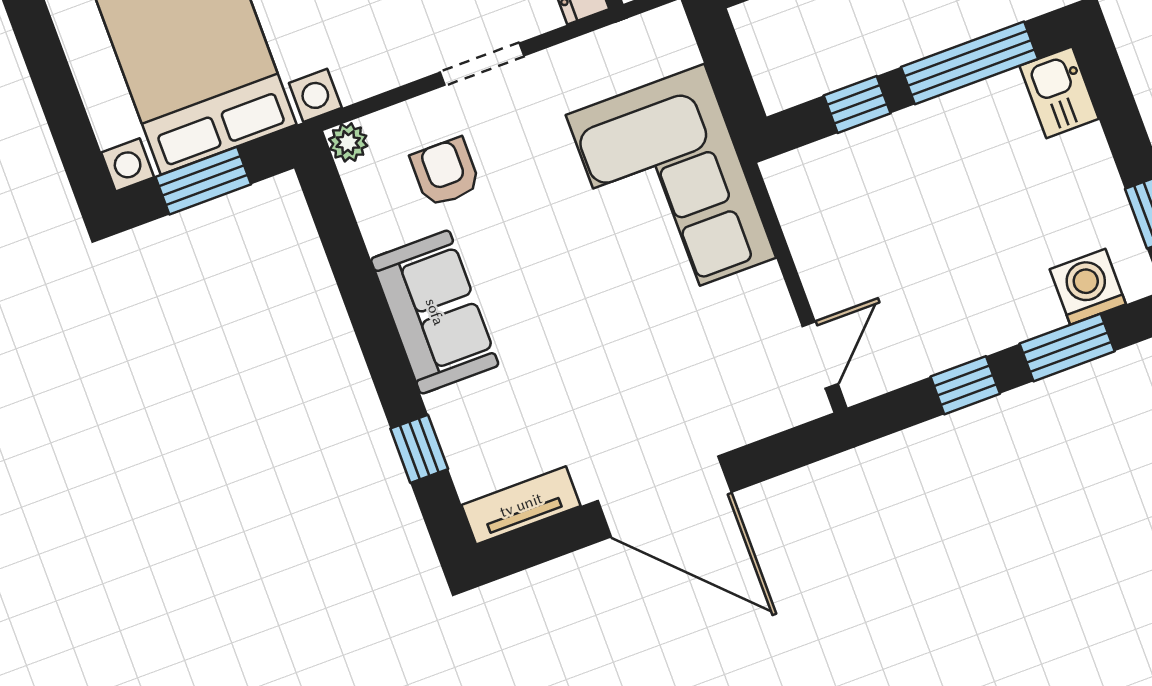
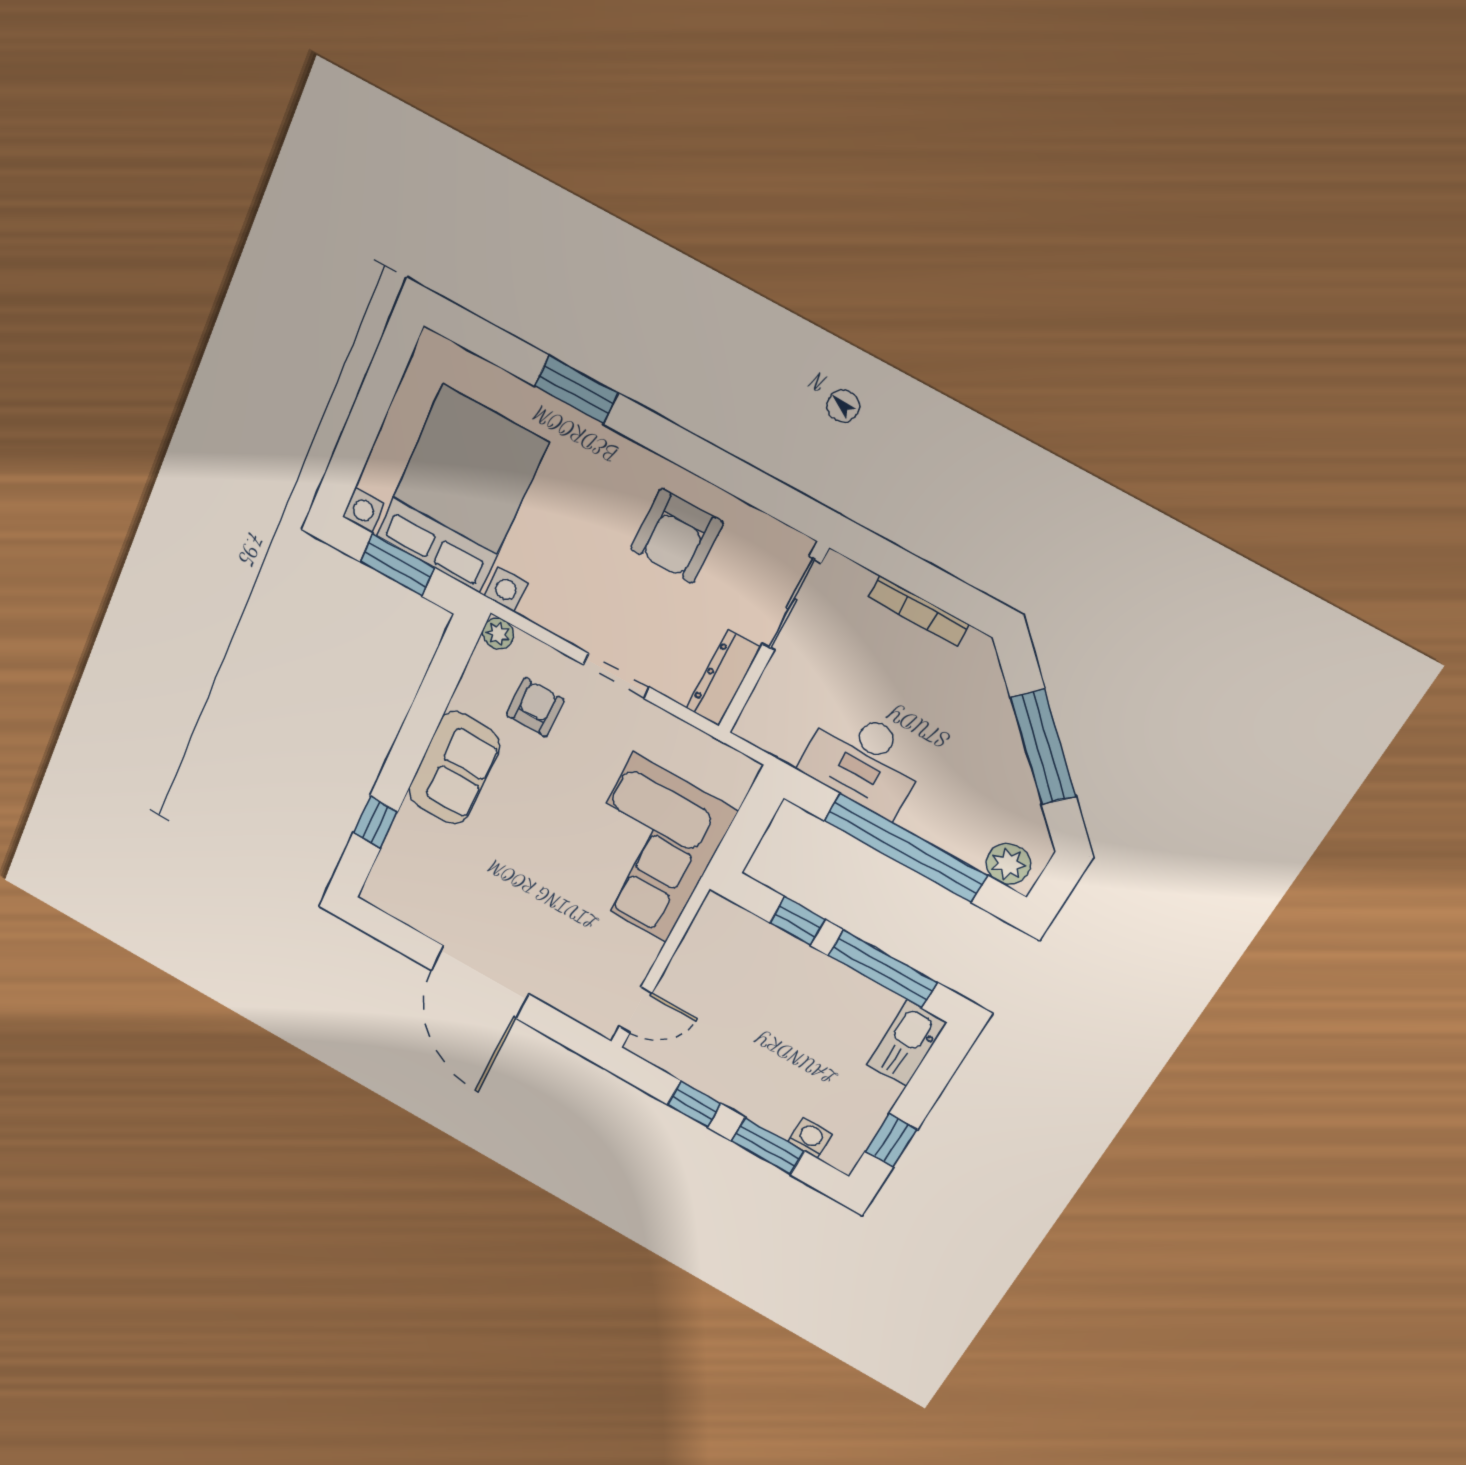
kitchen sink: (1059, 92) -> (907, 1044), width x1.38
washing machine: (1088, 287) -> (810, 1138), width x0.73, depth x0.73
tv unit: (521, 505) -> (400, 905), removed

